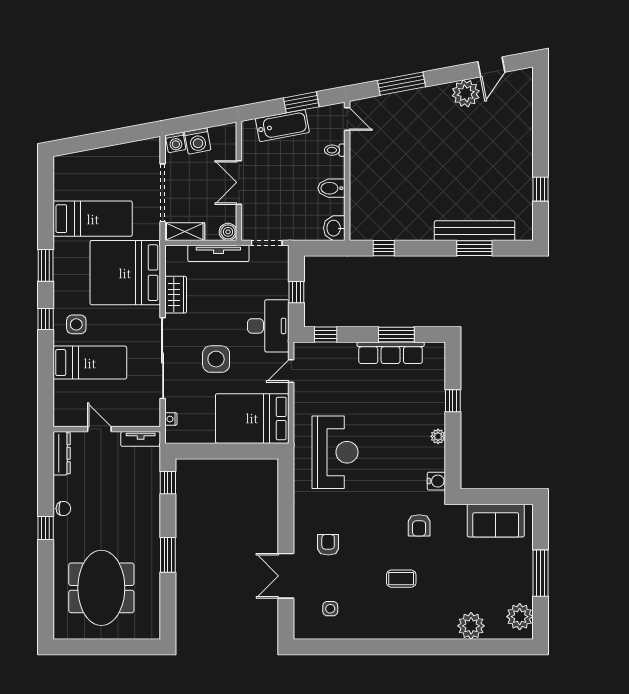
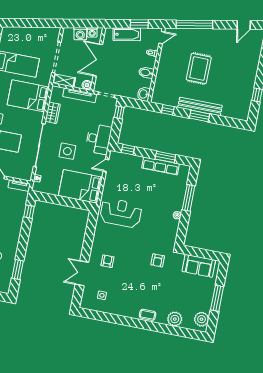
window: (402, 84) -> (194, 24), width x1.46
plant: (466, 93) -> (227, 36), removed
door: (347, 119) -> (162, 38), hinge flipped
washing machine: (176, 142) -> (92, 32), moved
rug: (425, 162) -> (199, 69), added
double door: (239, 182) -> (98, 60), width x1.37
bench: (475, 231) -> (200, 107), moved
window: (474, 248) -> (199, 116), moved
bed: (125, 273) -> (28, 96), width x0.73
window: (296, 292) -> (119, 112), moved
window: (453, 401) -> (189, 198), width x2.17
reception desk: (335, 452) -> (121, 213), turned -90
water cooler: (436, 481) -> (171, 239), removed
window: (168, 555) -> (18, 270), moved
coffee table: (401, 579) -> (148, 315), moved

